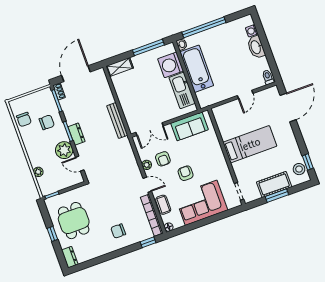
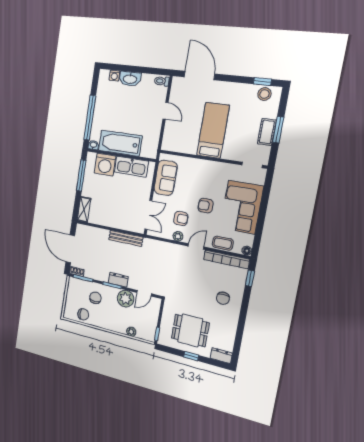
cot: (274, 184) -> (267, 132), width x0.73, depth x0.75

